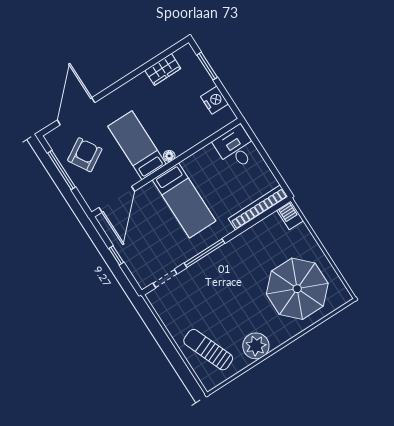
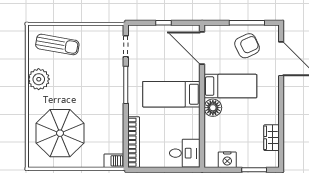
armchair: (85, 155) -> (247, 46), turned -84
floor lamp: (169, 156) -> (213, 108), width x1.89, depth x1.89
sun lounger: (208, 350) -> (57, 45), turned 32

